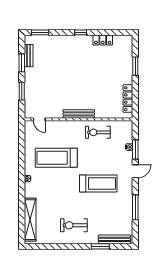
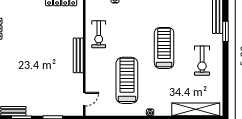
treadmill: (56, 158) -> (127, 80), turned 180
treadmill: (98, 183) -> (164, 48), moved

